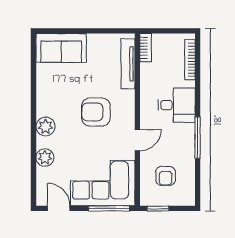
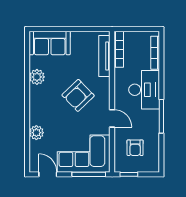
bookcase: (146, 48) -> (119, 49), width x1.56
desk: (177, 105) -> (144, 90), width x1.37
armchair: (96, 112) -> (78, 95), turned -44
plant: (45, 127) -> (37, 77), moved
door: (137, 140) -> (112, 118), hinge flipped

